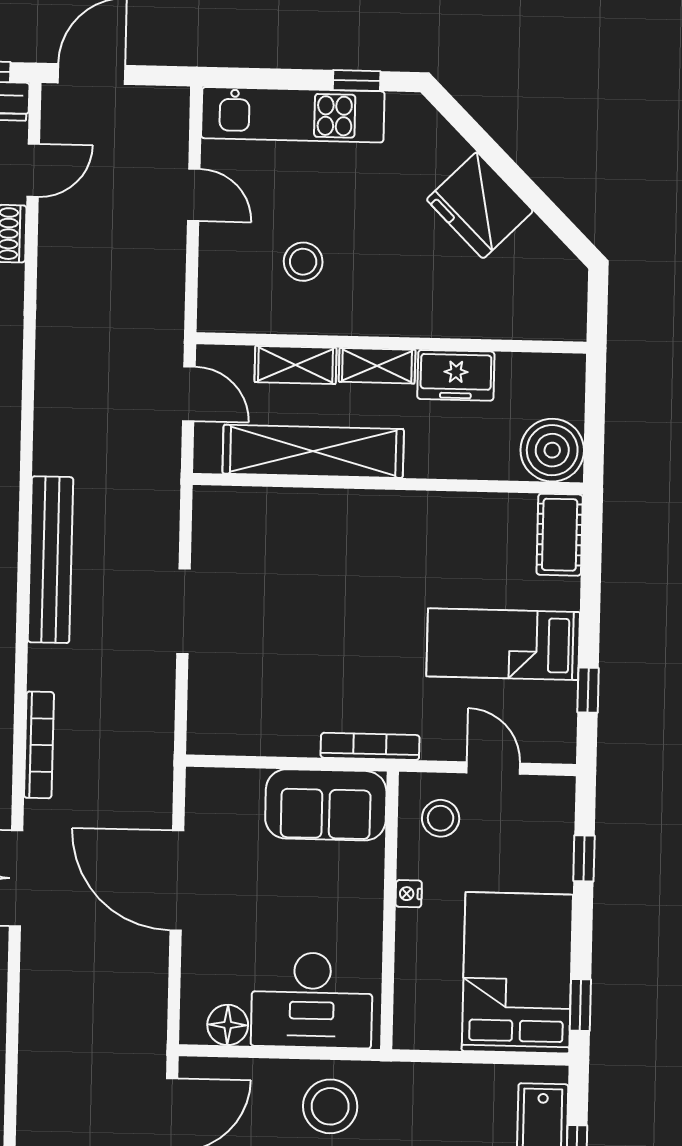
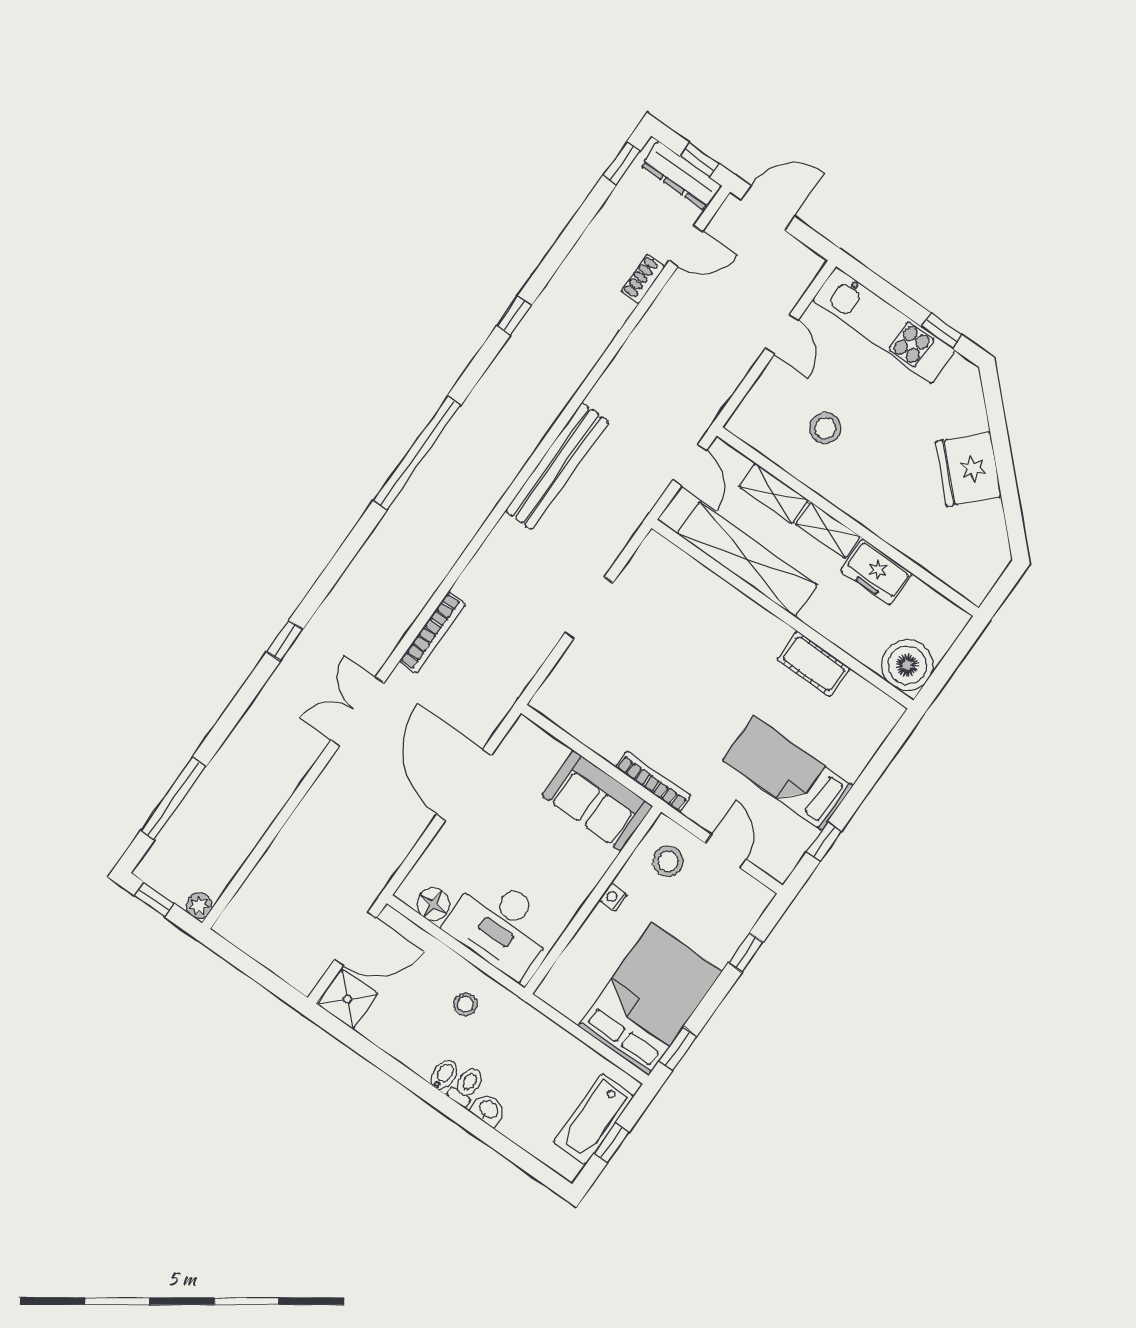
cot: (560, 535) -> (814, 664), moved, turned 90
bench: (51, 560) -> (557, 466), moved
stool: (330, 1106) -> (465, 1004), width x0.53, depth x0.53

